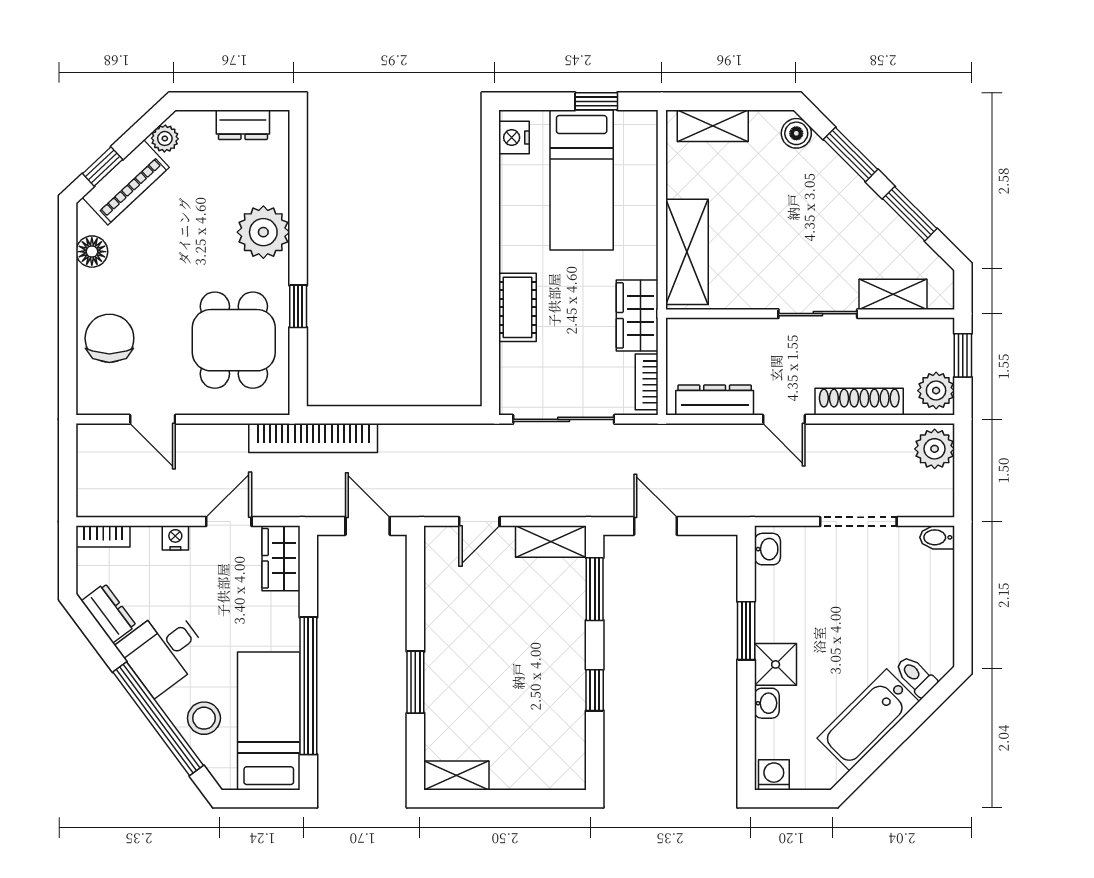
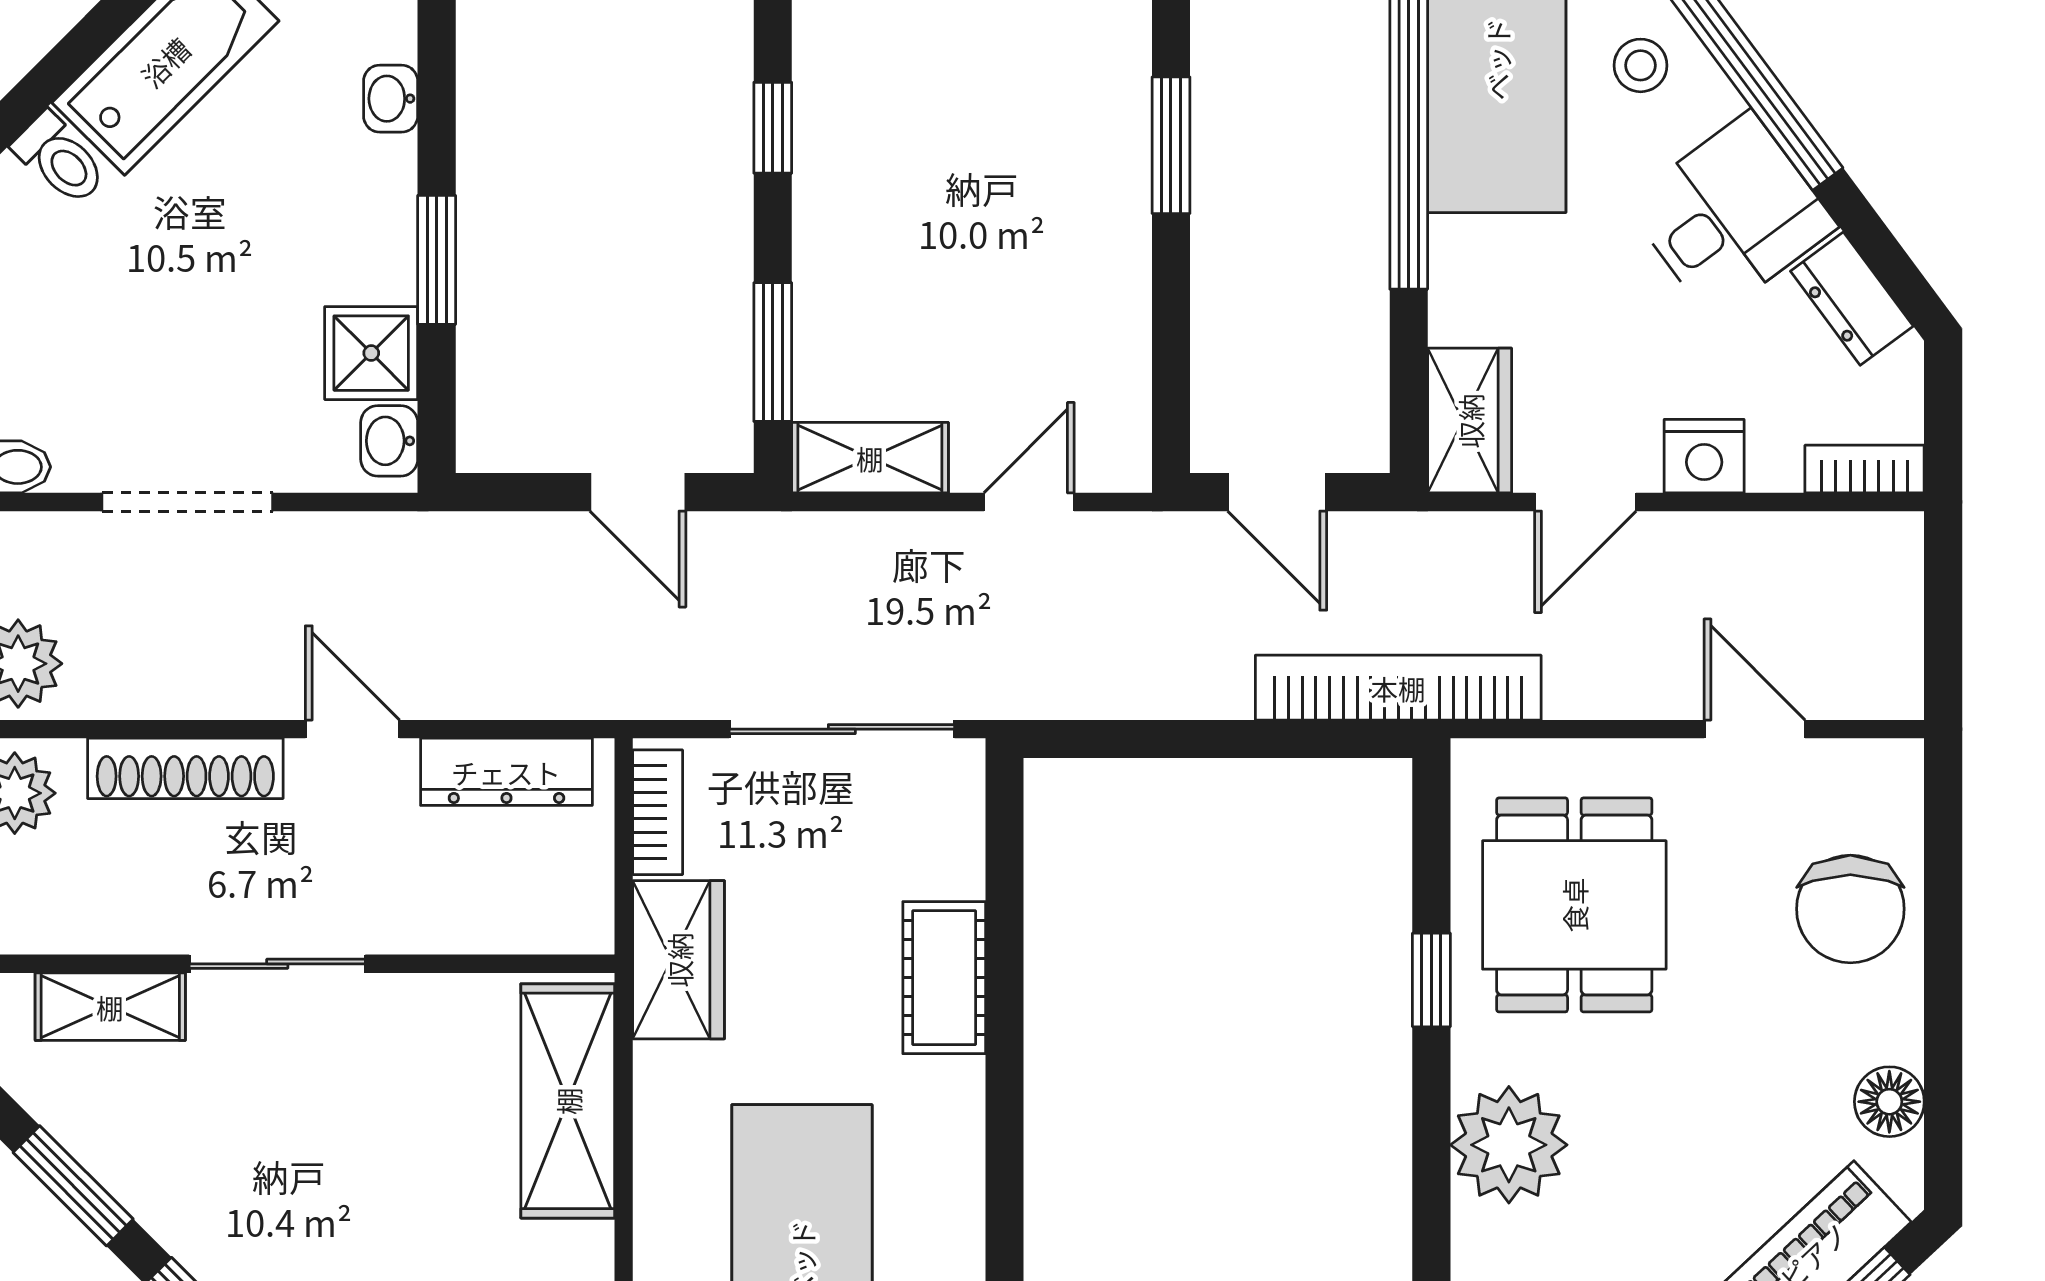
nightstand: (175, 538) -> (1704, 456), width x1.39, depth x1.35
shower: (776, 664) -> (371, 353), moved
stool: (204, 718) -> (1641, 65), width x0.73, depth x0.73

